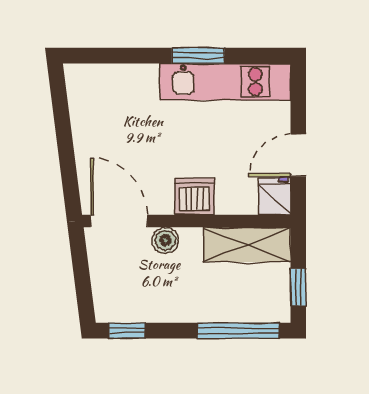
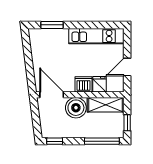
window: (198, 56) -> (52, 25), moved
fridge: (275, 196) -> (99, 84), moved
boiler: (165, 240) -> (76, 108), width x1.86, depth x1.86

